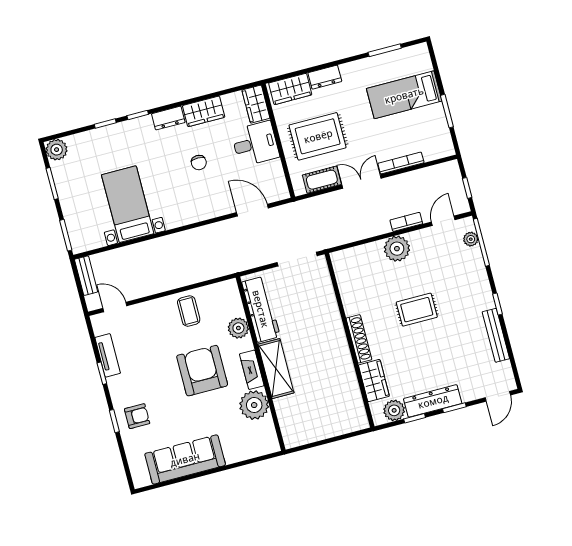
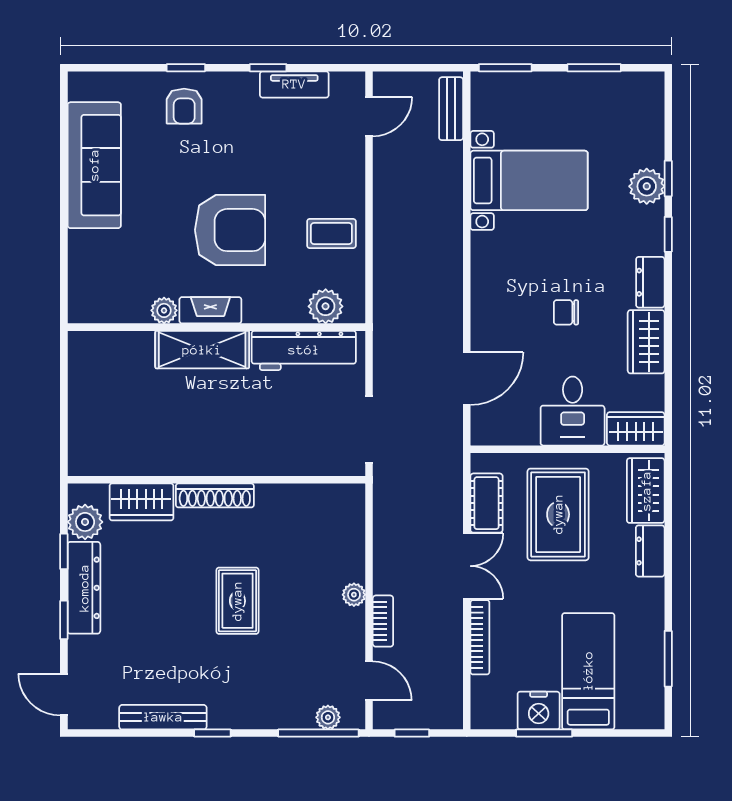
nightstand: (435, 118) -> (539, 711), added
plant: (57, 150) -> (647, 186), moved
plant: (397, 249) -> (354, 595), width x0.53, depth x0.53
bench: (86, 276) -> (451, 109), moved, turned 90
plant: (238, 328) -> (326, 306), moved
plant: (254, 405) -> (164, 310), width x0.53, depth x0.53

